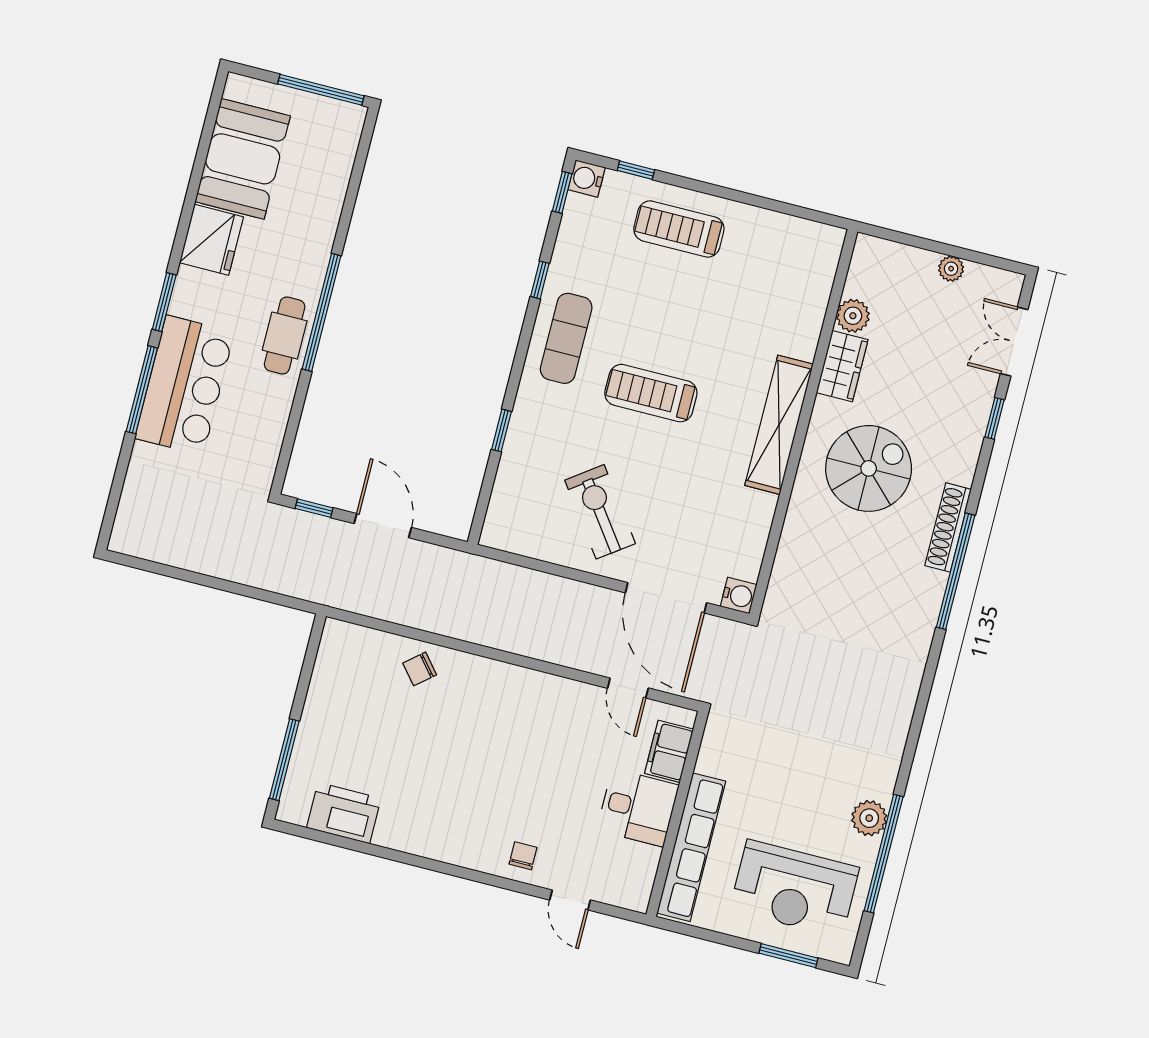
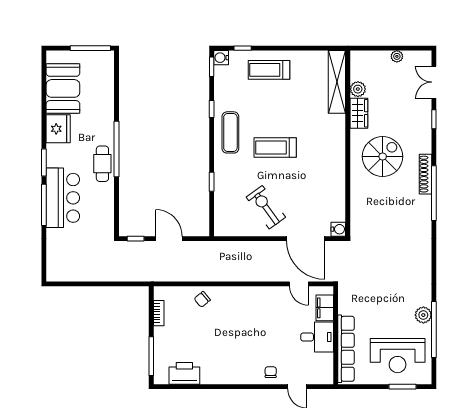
shelving: (779, 425) -> (337, 82), moved
bookcase: (322, 675) -> (159, 313), added

